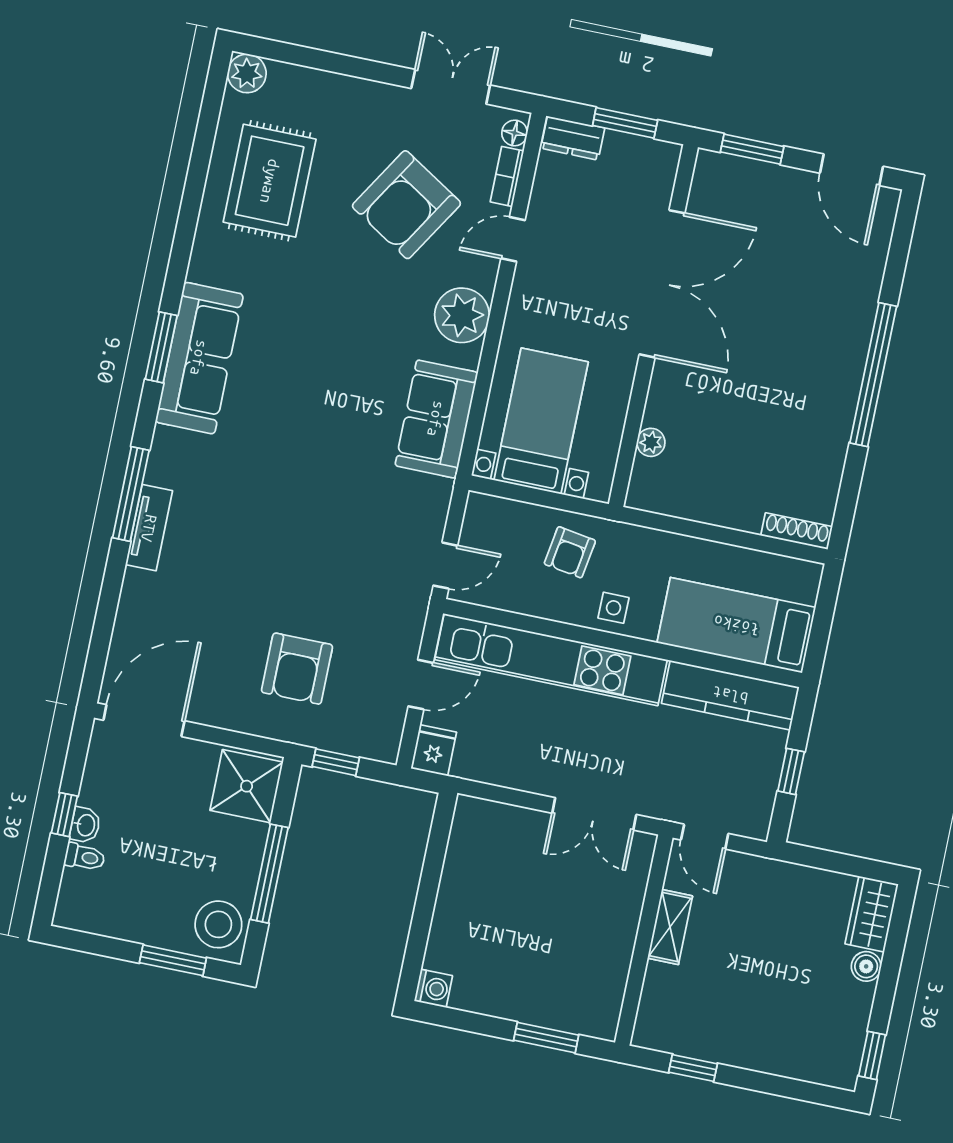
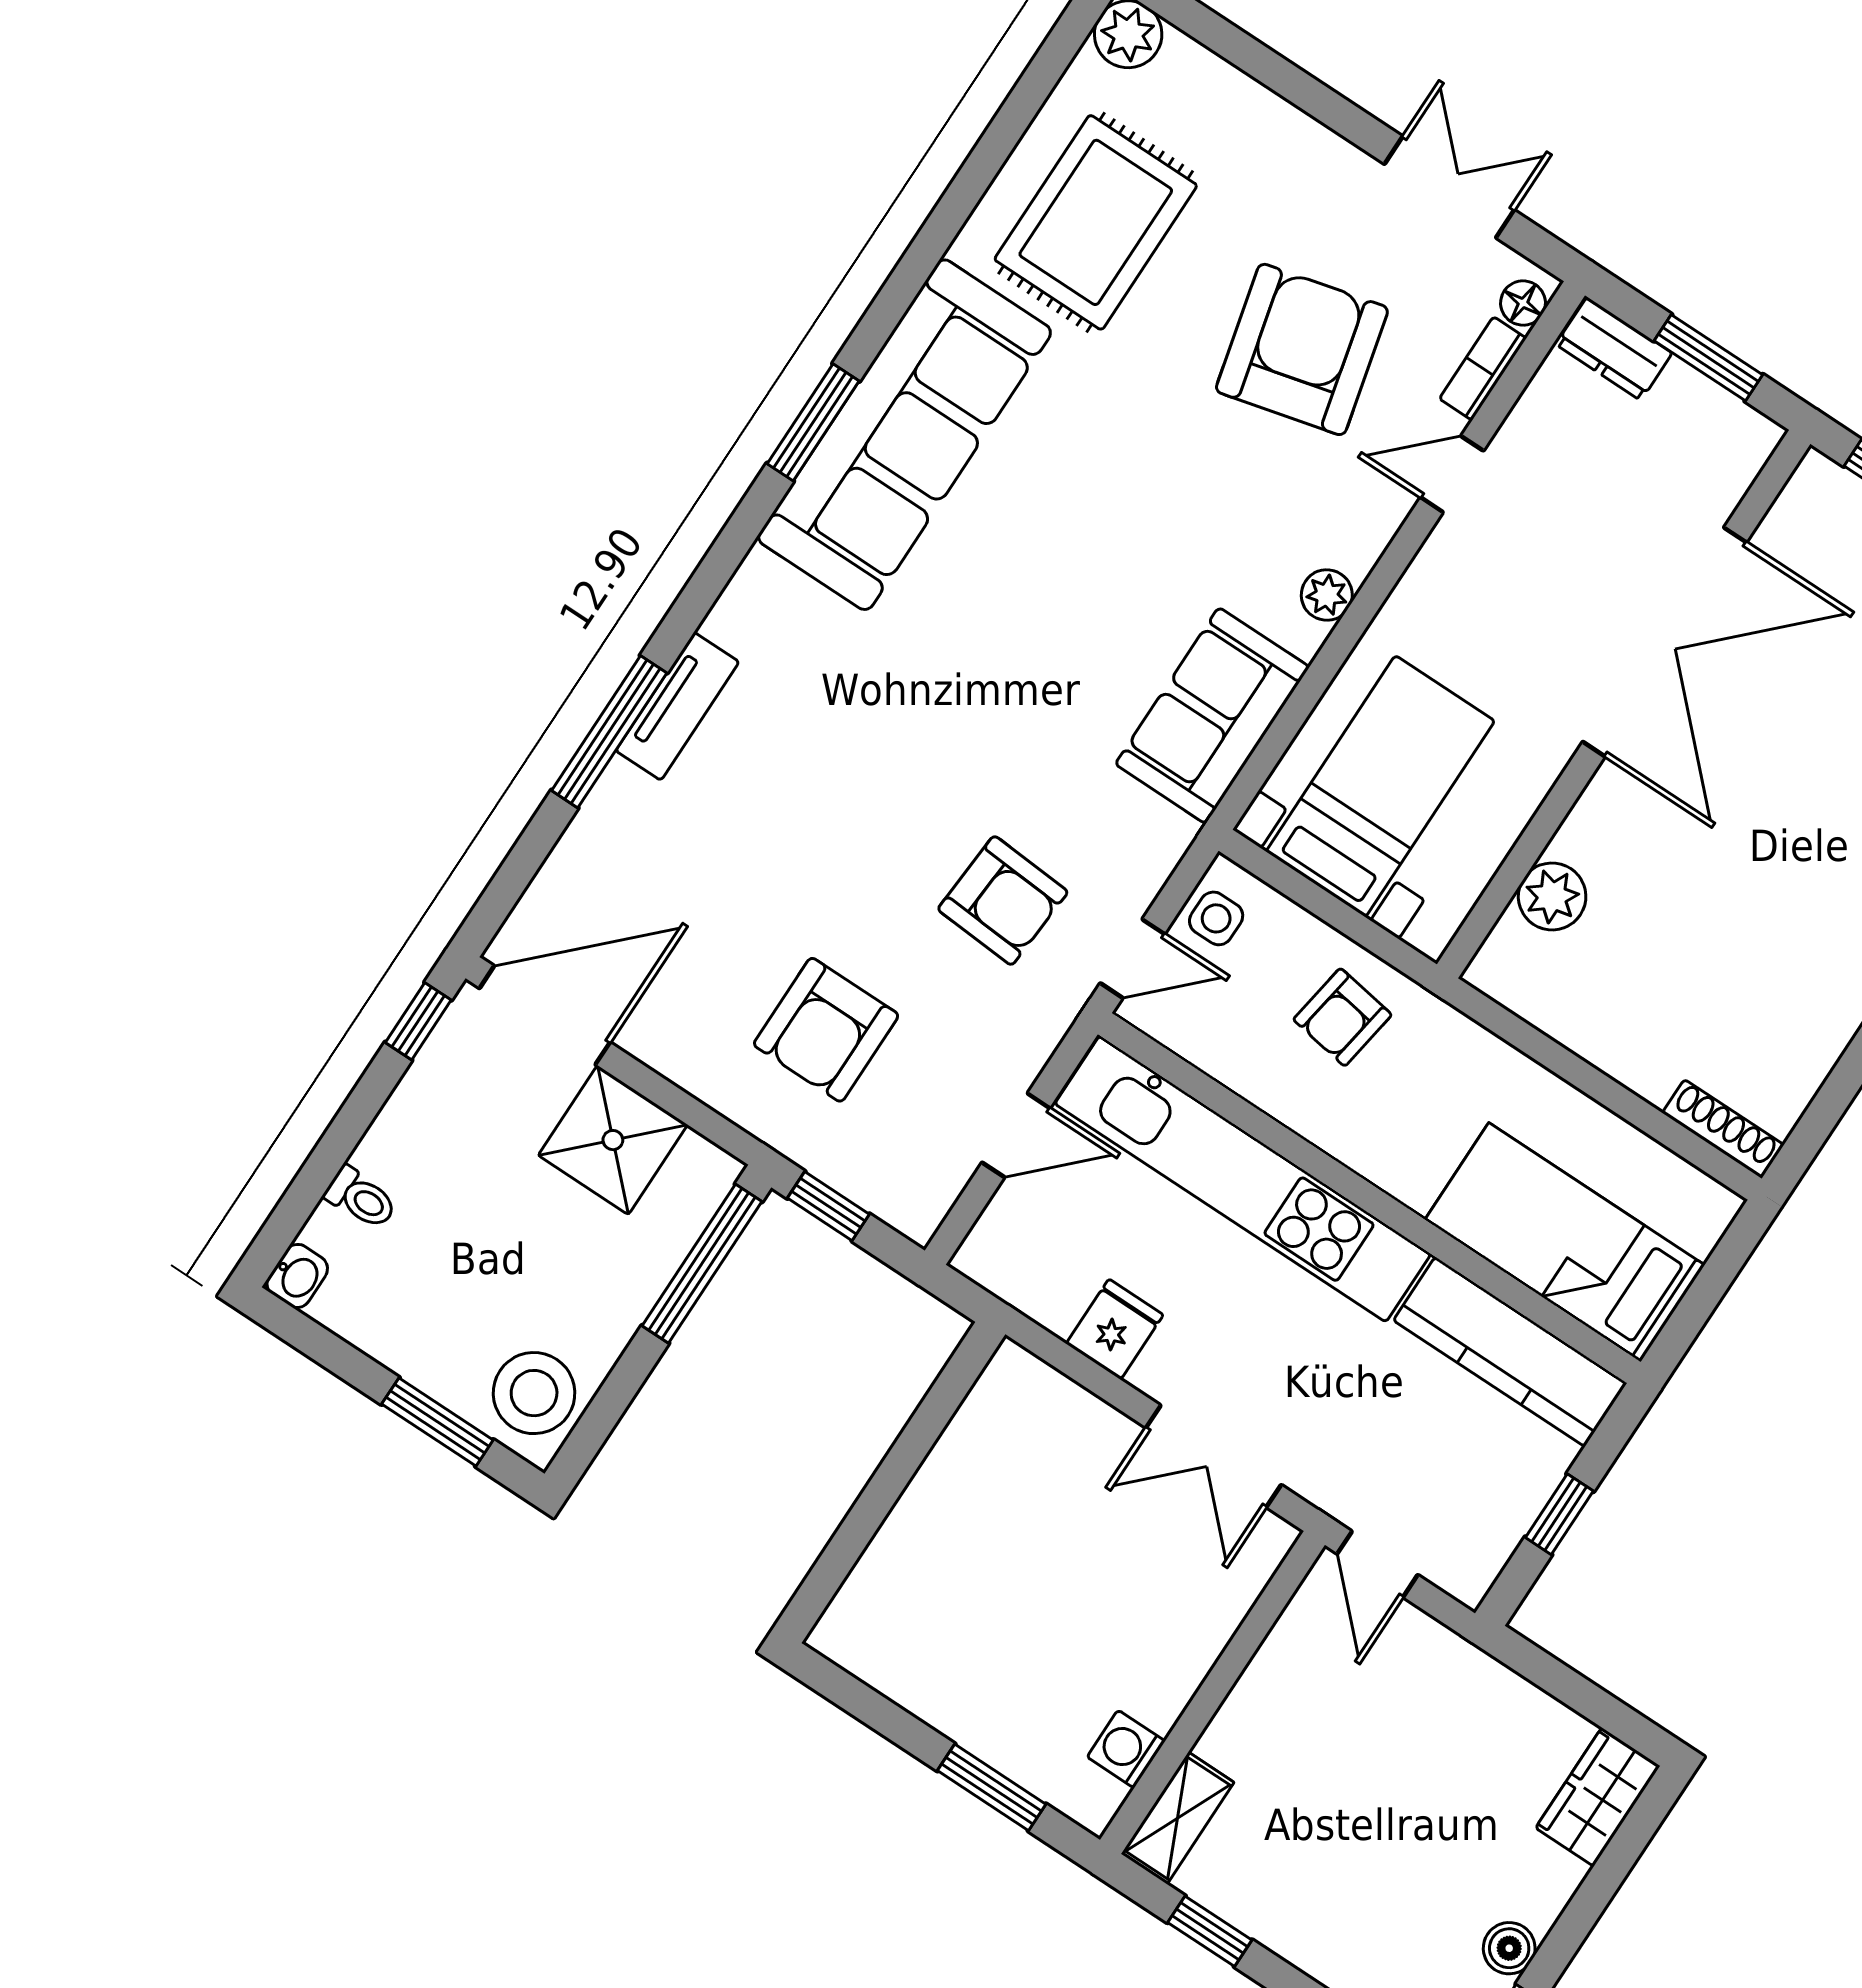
armchair: (406, 205) -> (1302, 349), turned 134
plant: (462, 315) -> (1327, 595), width x0.53, depth x0.53
sofa: (199, 358) -> (905, 435), width x1.36, depth x1.27
plant: (651, 442) -> (1552, 896), width x1.38, depth x1.38
window: (131, 494) -> (609, 732), moved
armchair: (364, 562) -> (1003, 901), added
side table: (614, 608) -> (1216, 918), moved
fridge: (434, 750) -> (1115, 1329), moved
shower: (247, 786) -> (613, 1140), moved
window: (64, 815) -> (418, 1021), moved
washbasin: (85, 825) -> (297, 1276), moved
window: (269, 874) -> (702, 1264), moved
shelving: (670, 927) -> (1178, 1818), moved
boiler: (866, 966) -> (1509, 1948), moved
washing machine: (433, 988) -> (1126, 1749), moved, turned 180

